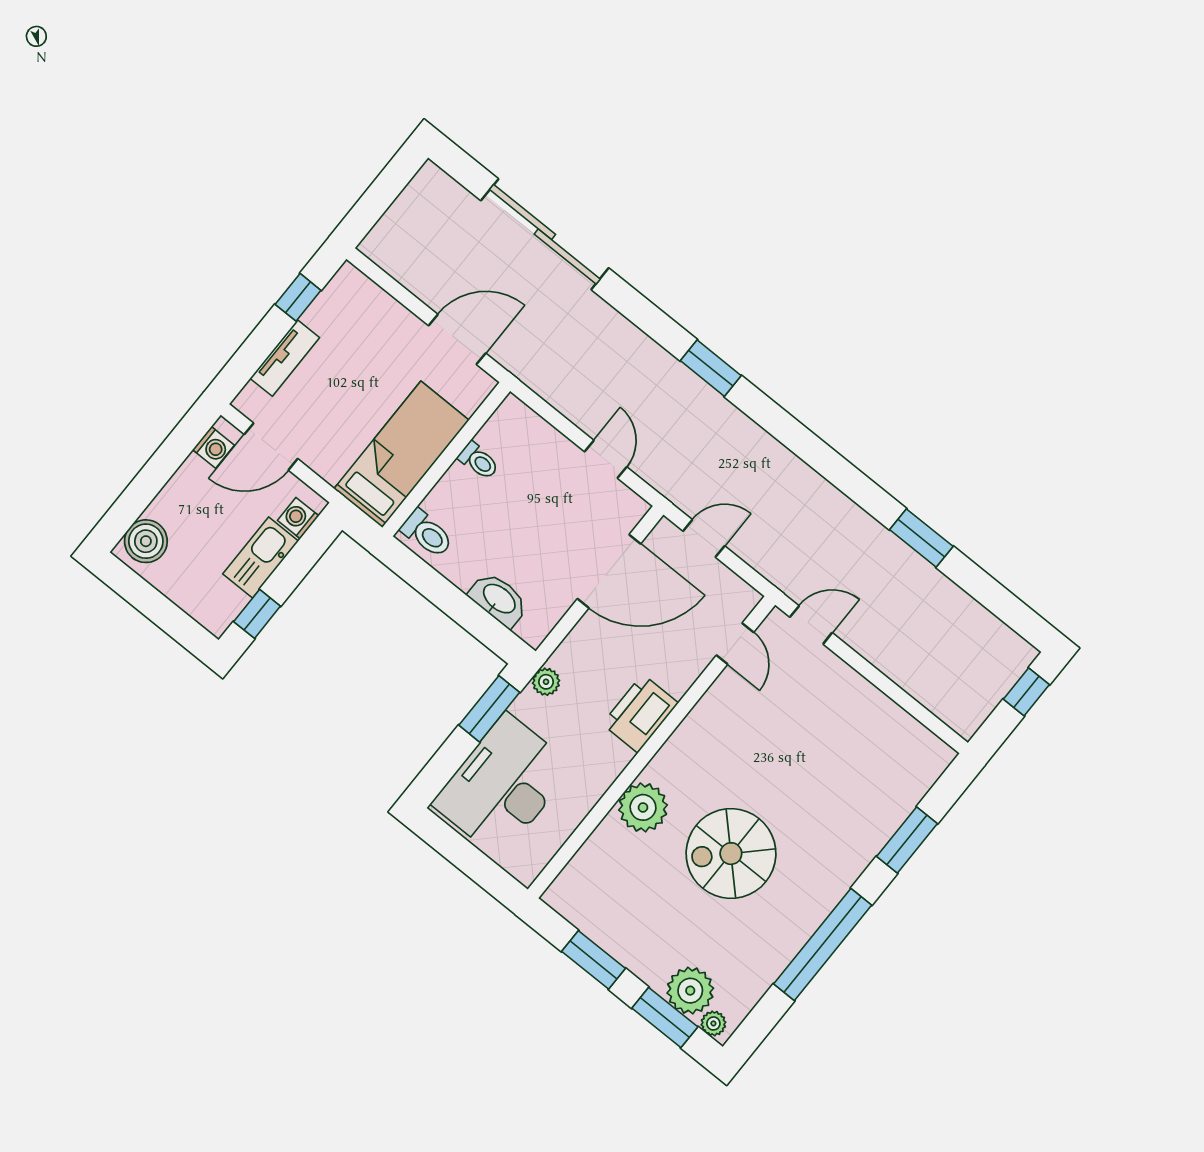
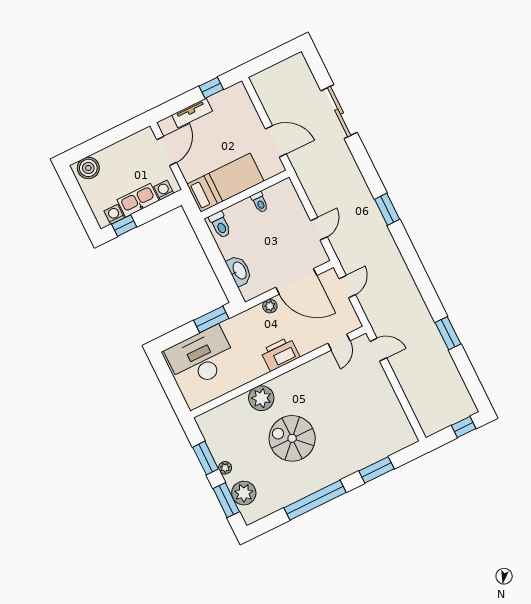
sliding door: (545, 234) -> (339, 112), width x0.73
washing machine: (213, 447) -> (114, 214), moved, turned 180
door: (271, 447) -> (167, 151), swing flipped
door: (704, 538) -> (347, 287), hinge flipped
plant: (546, 682) -> (270, 306), moved
plant: (713, 1023) -> (225, 468), moved

